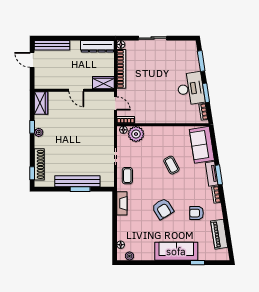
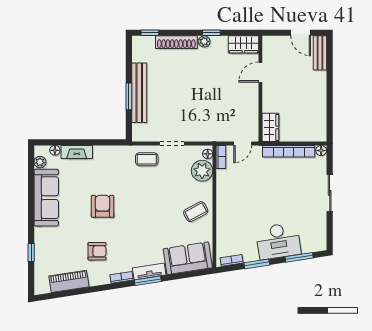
bench: (52, 45) -> (320, 53), width x0.73
dresser: (97, 46) -> (319, 119), removed
door: (32, 60) -> (301, 33), swing flipped
desk: (191, 89) -> (278, 241), moved
door: (76, 90) -> (260, 72), moved
shoe rack: (39, 164) -> (176, 42), moved
coffee table: (171, 165) -> (196, 212), moved
fireplace: (122, 203) -> (77, 152), moved
armchair: (163, 209) -> (103, 206), turned 122
armchair: (197, 213) -> (97, 251), turned 90
sofa: (176, 251) -> (46, 198), moved

